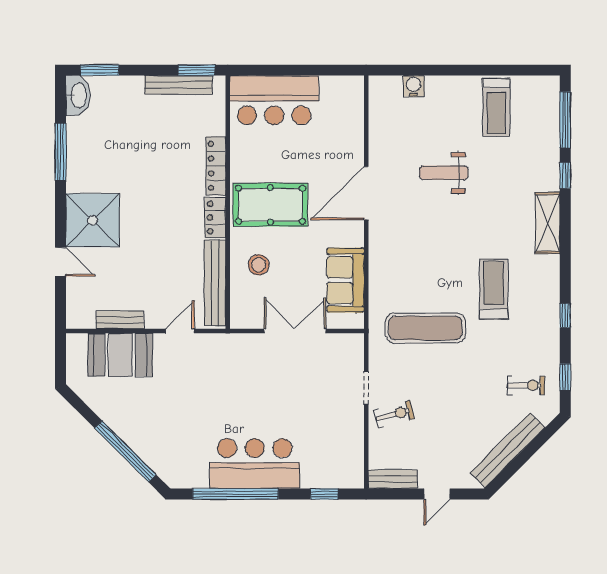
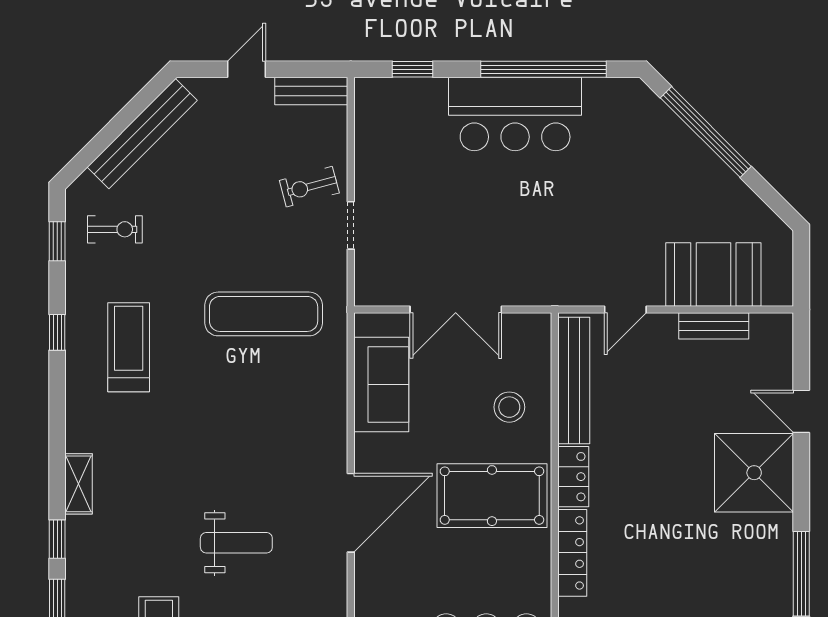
shelving: (548, 223) -> (79, 484), width x0.67, depth x0.75
treadmill: (494, 289) -> (129, 347), moved, turned 180
exercise bike: (526, 385) -> (115, 229), turned 180

